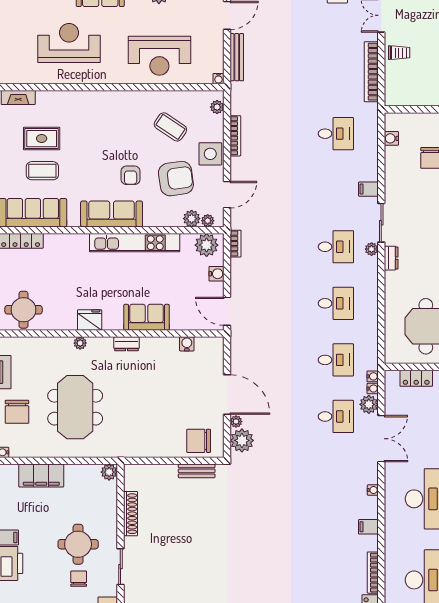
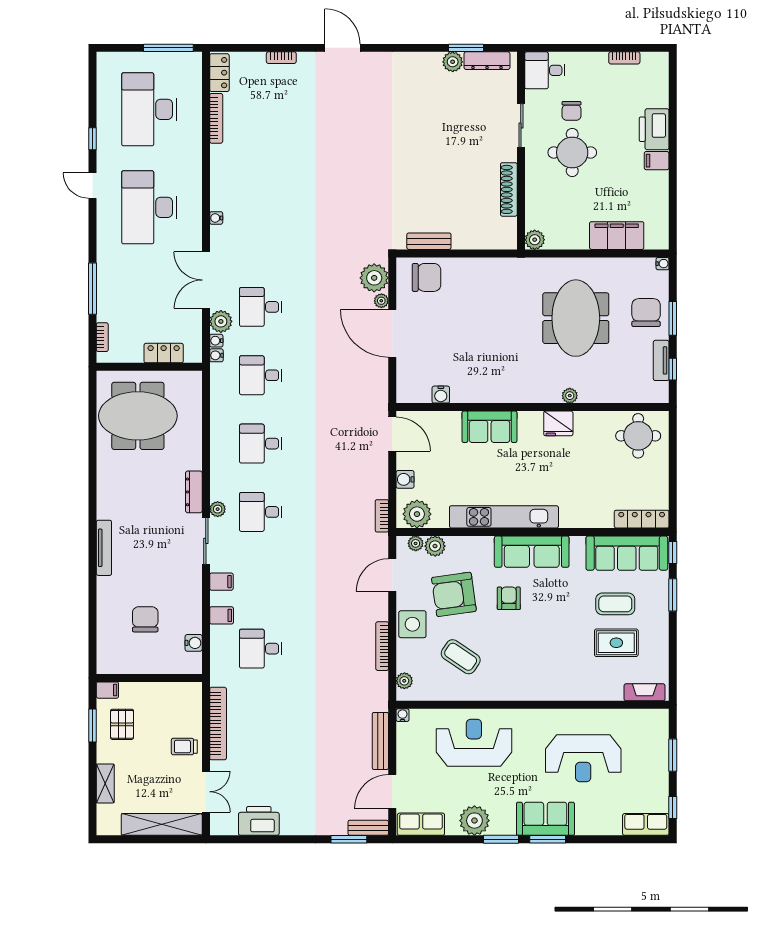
dresser: (391, 258) -> (194, 492), width x1.44
dresser: (127, 344) -> (514, 395), removed
filing cabinet: (368, 527) -> (222, 615), moved

